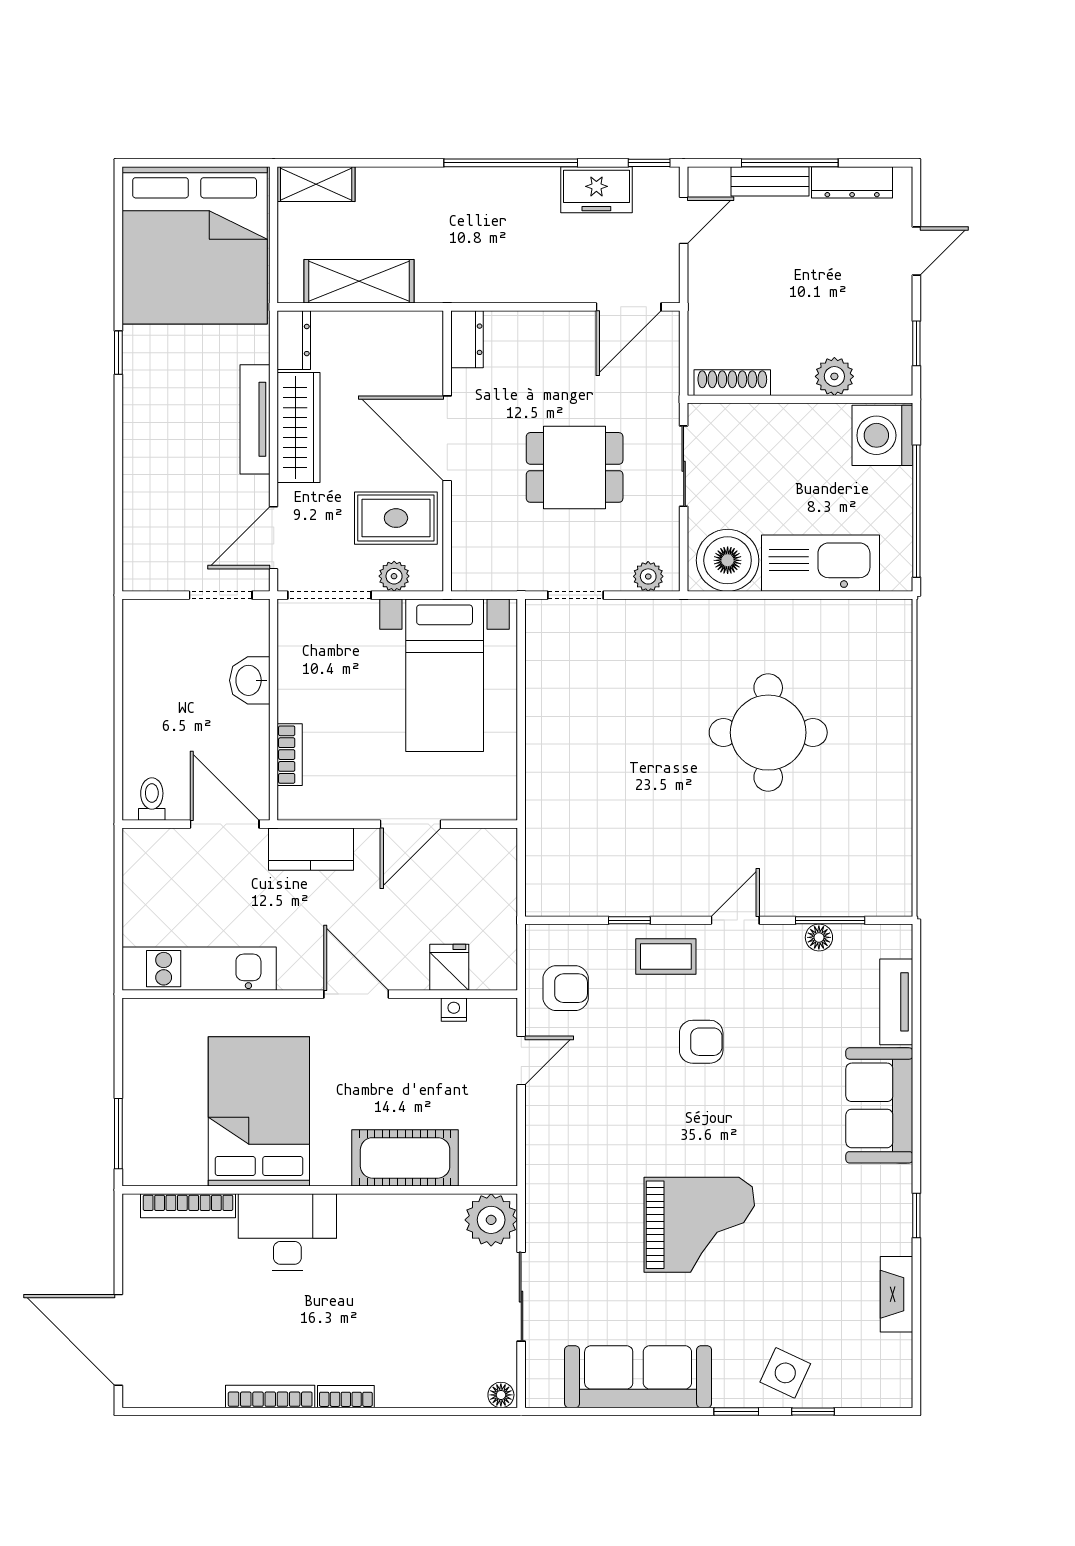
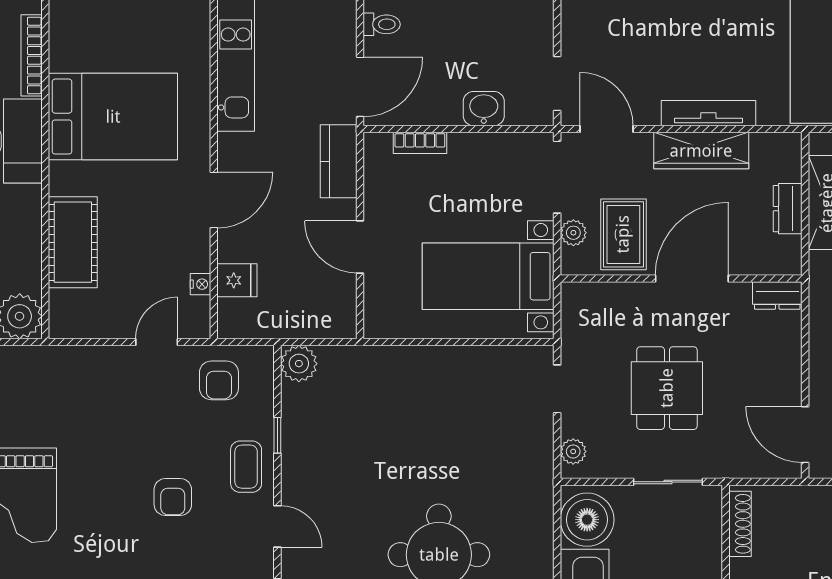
dresser: (294, 340) -> (788, 209), moved, turned 90
plant: (546, 895) -> (299, 364), added
door: (521, 1061) -> (157, 342), swing flipped

